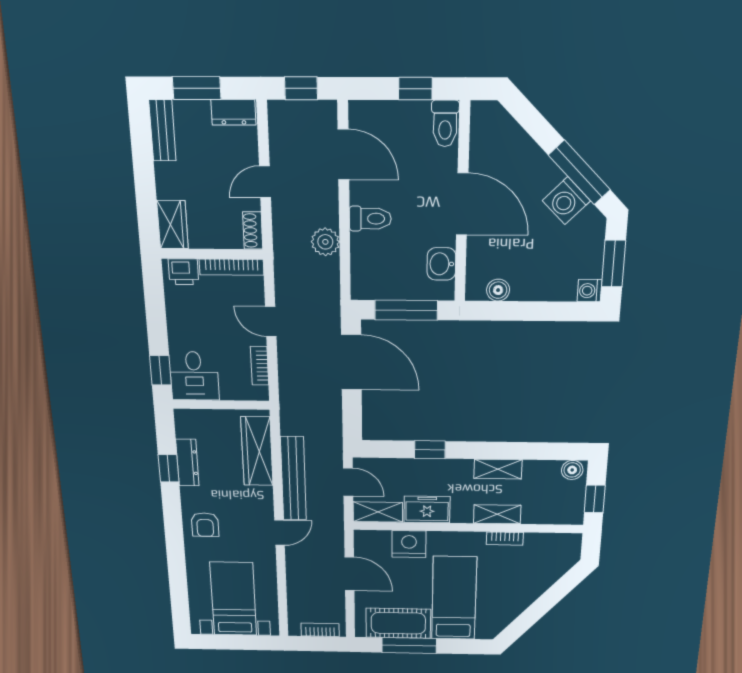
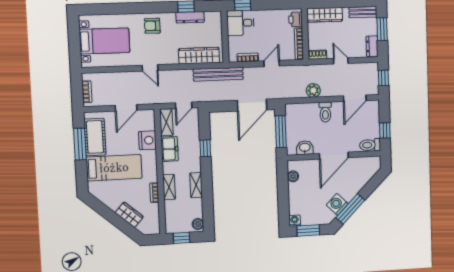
wardrobe: (173, 225) -> (325, 15), width x1.50
bench: (293, 479) -> (218, 74), moved
wardrobe: (540, 580) -> (129, 215), added

